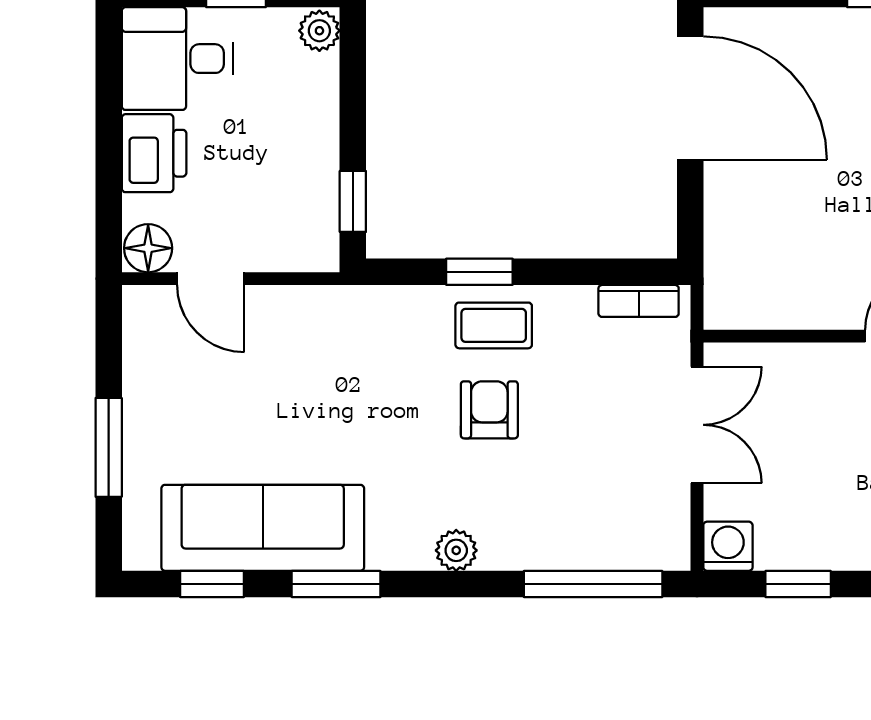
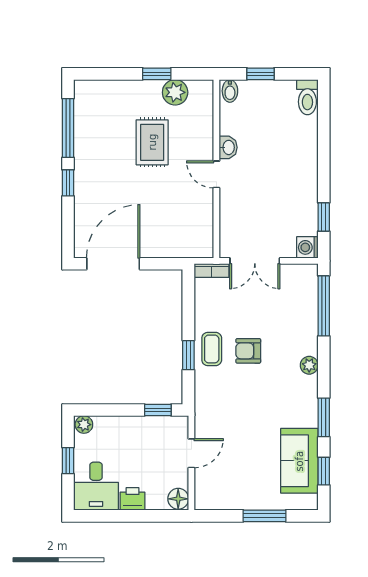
printer: (154, 153) -> (133, 499), width x0.73, depth x0.81
door: (211, 279) -> (191, 453), moved
bookcase: (639, 301) -> (212, 271), moved, turned 90
double door: (697, 425) -> (255, 261), swing flipped
sofa: (263, 528) -> (299, 461), width x0.73

